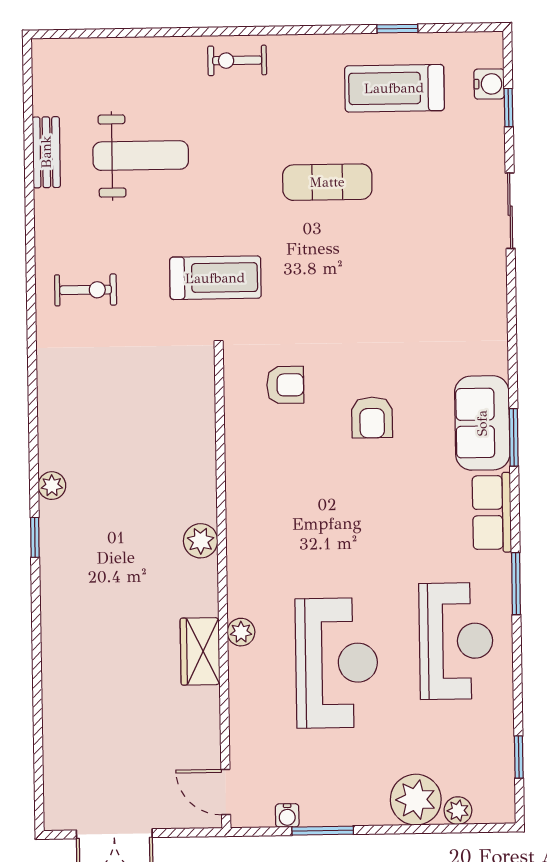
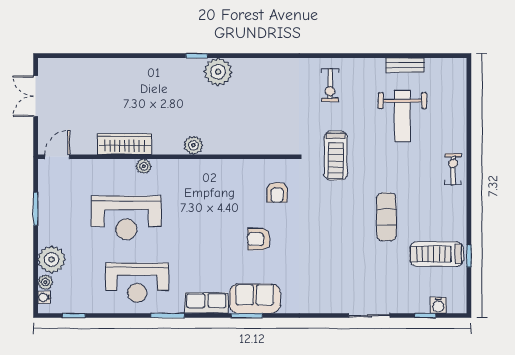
treadmill: (394, 88) -> (437, 254), turned -90
plant: (52, 486) -> (218, 72), width x1.87, depth x1.87
wardrobe: (200, 651) -> (125, 144), width x1.50
water cooler: (287, 815) -> (44, 297), moved

